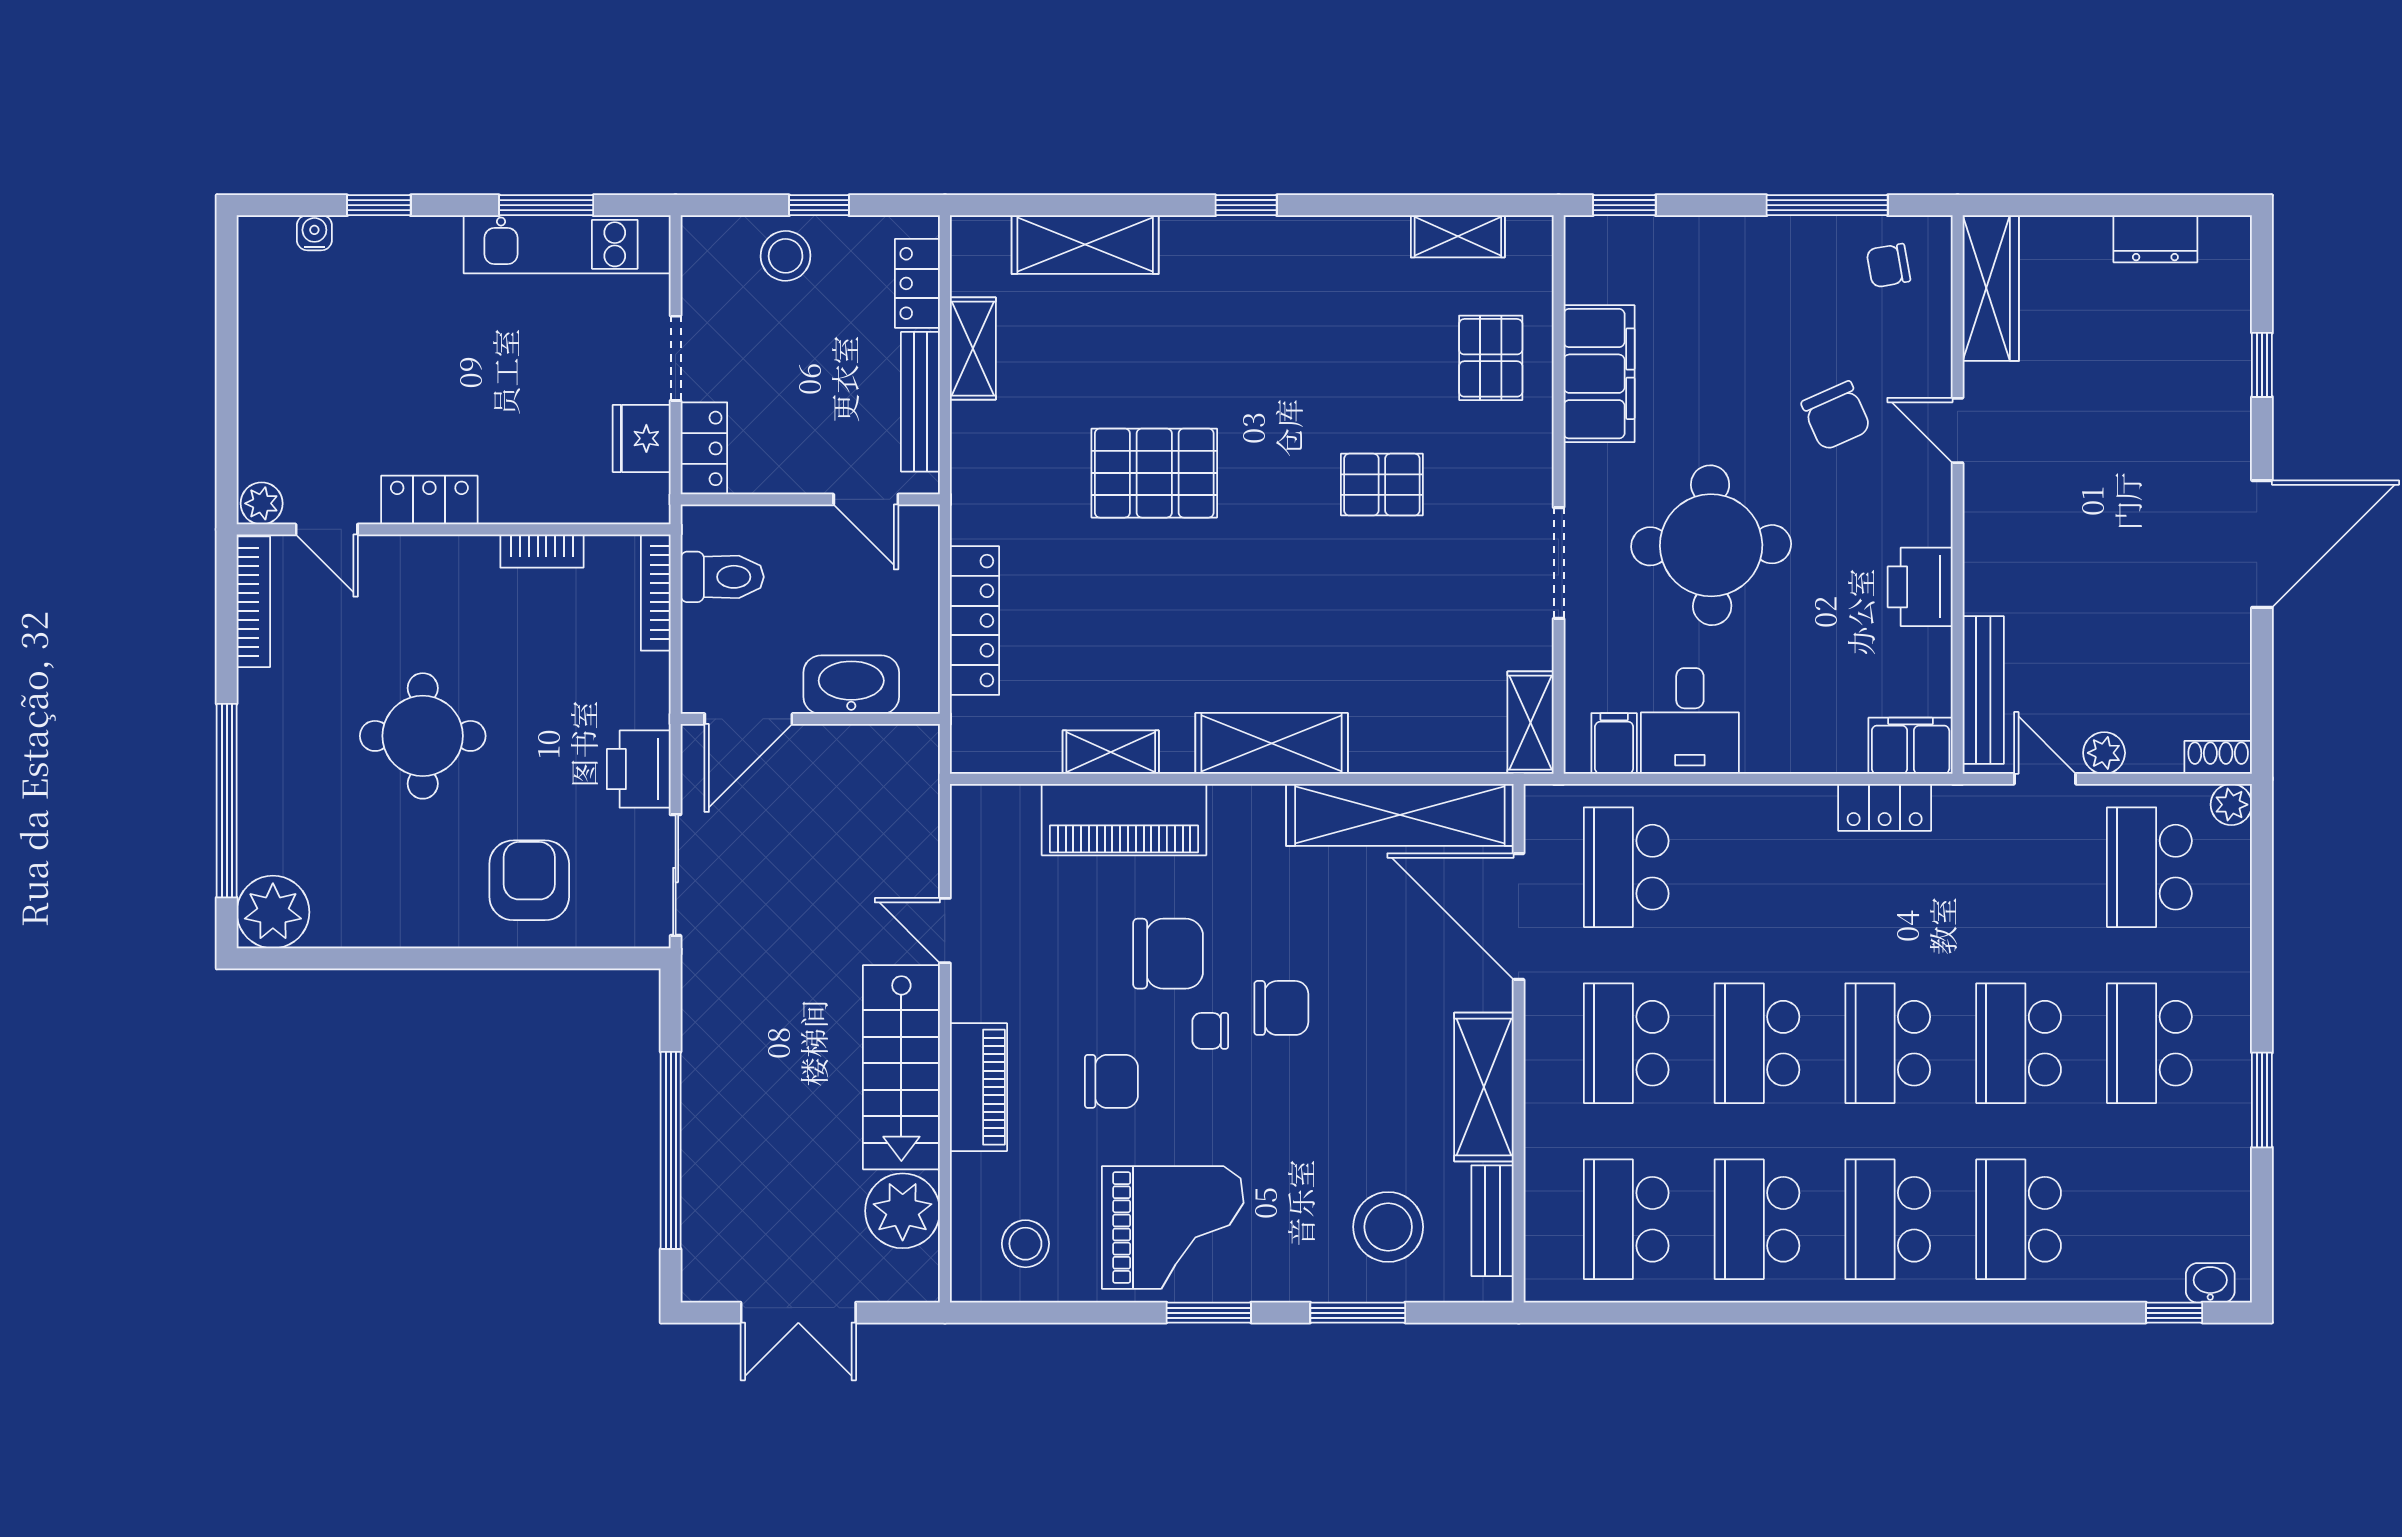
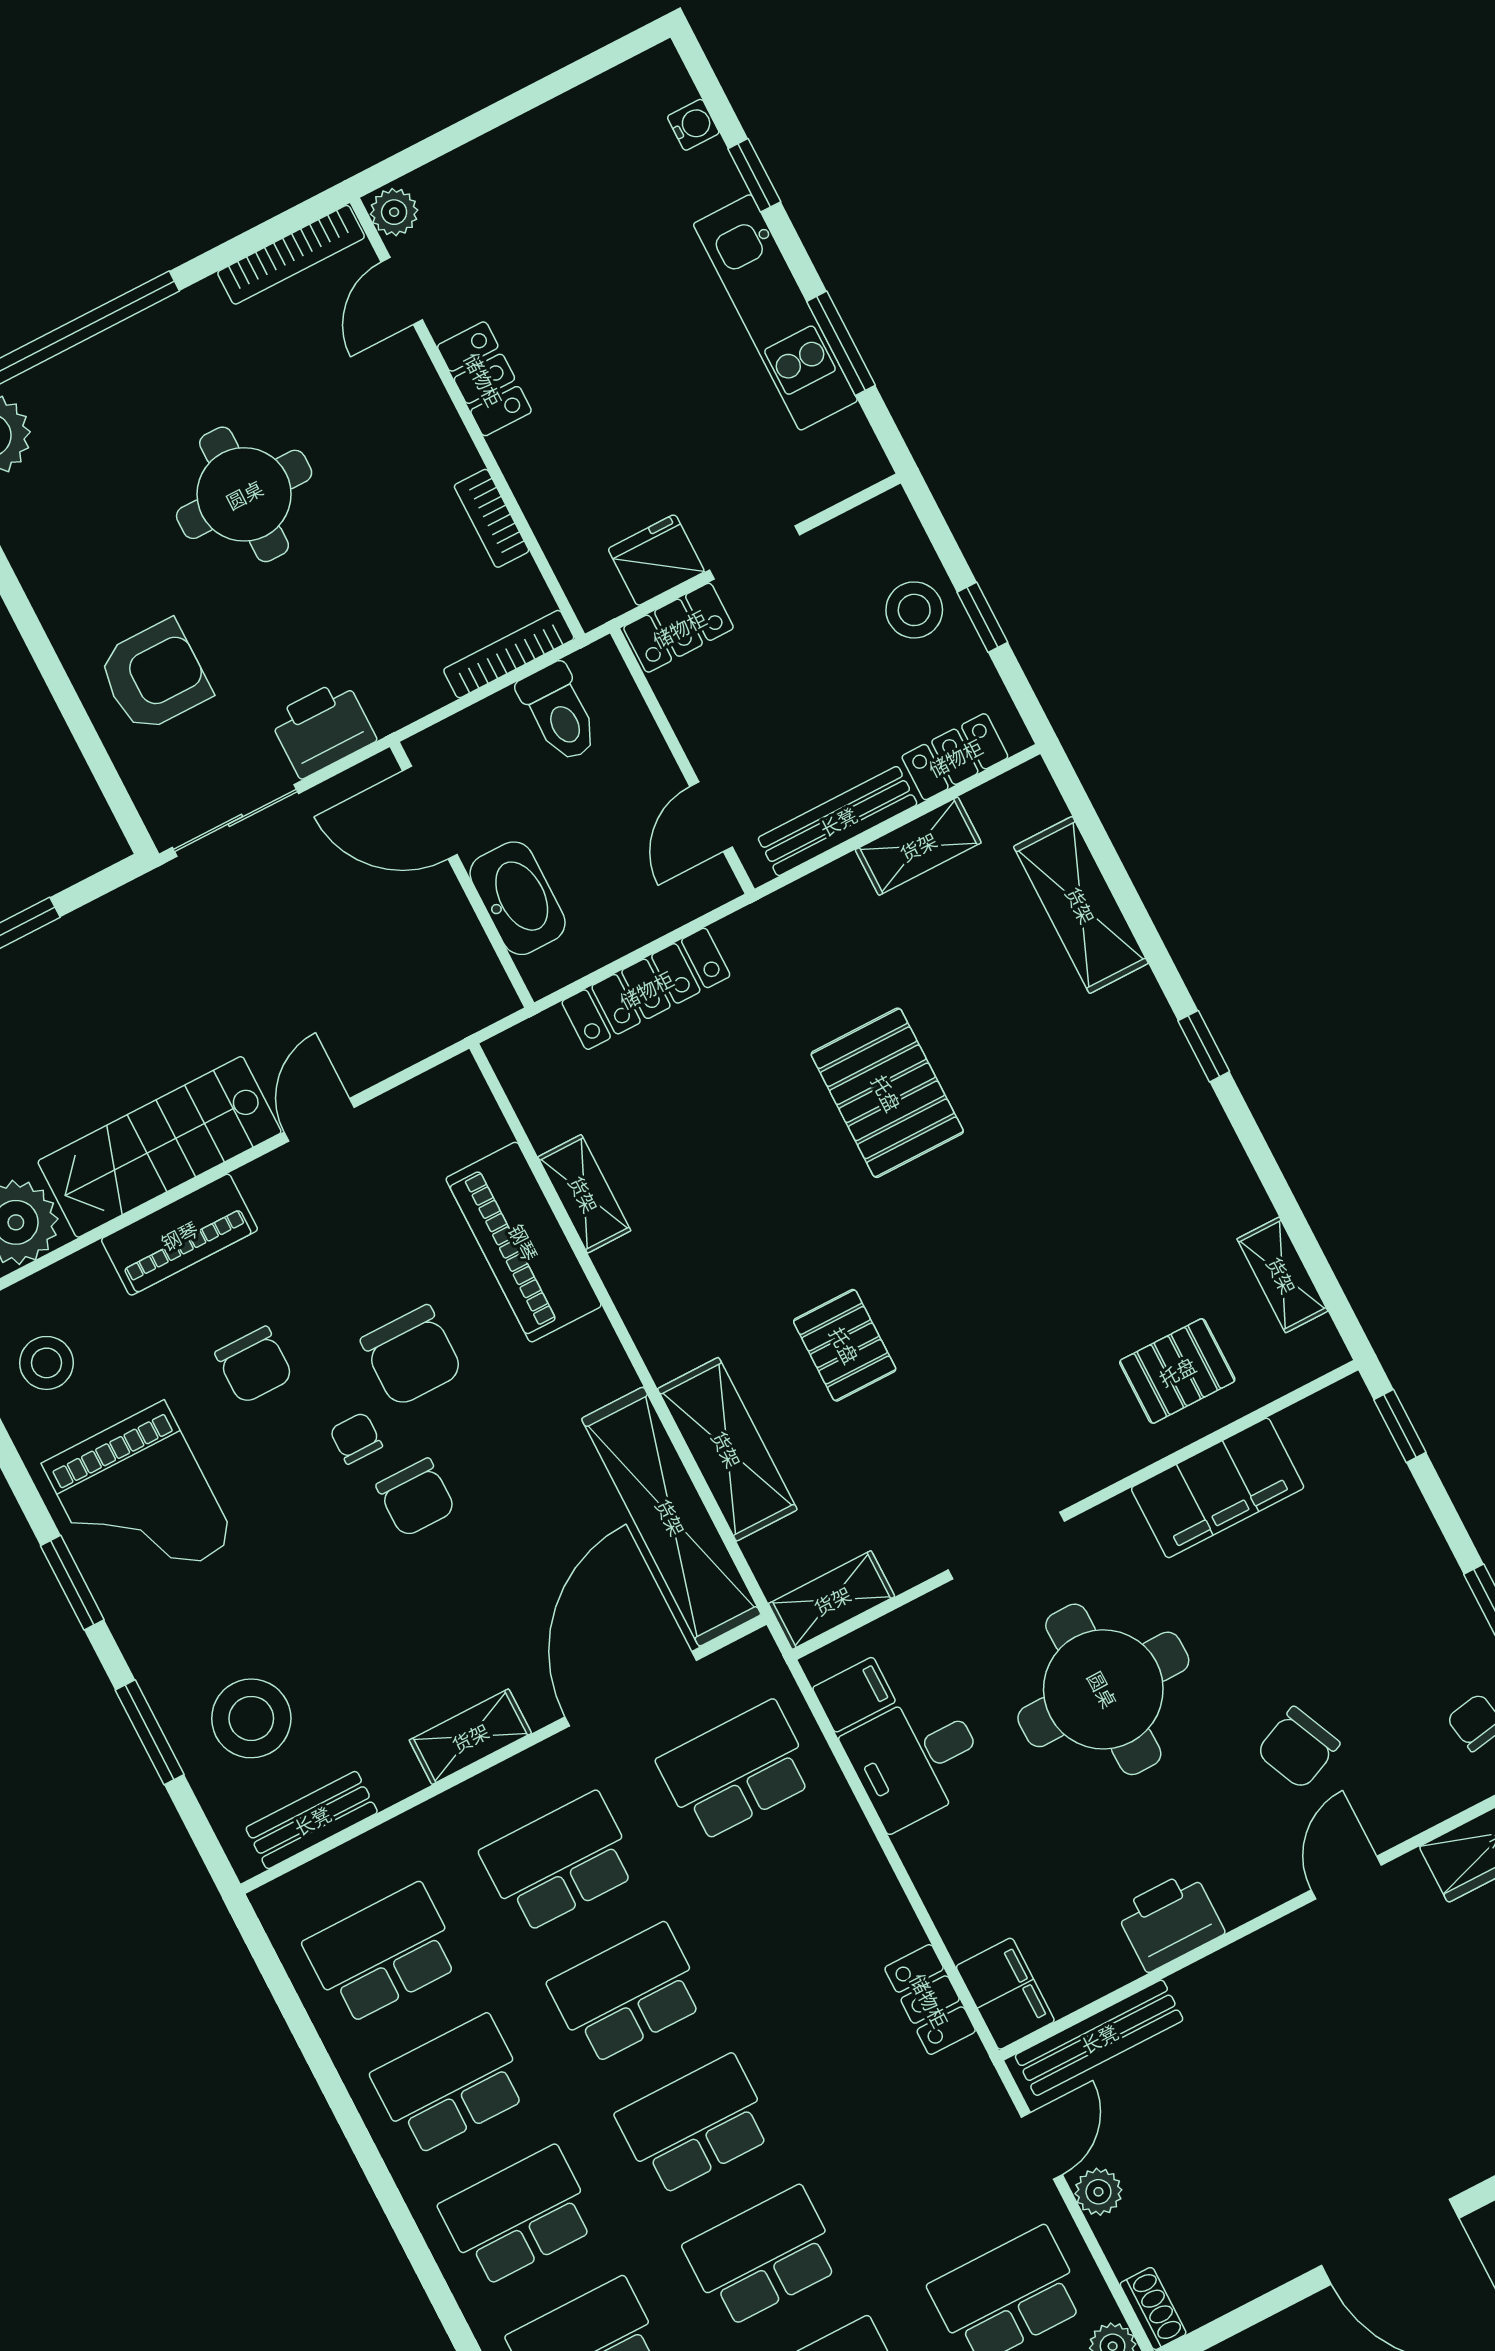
kitchen unit: (567, 244) -> (775, 312), moved
pallet: (1382, 485) -> (845, 1345), moved
shelving: (1272, 743) -> (727, 1449), moved
shelving: (1484, 1087) -> (470, 1737), width x0.67, depth x0.75

